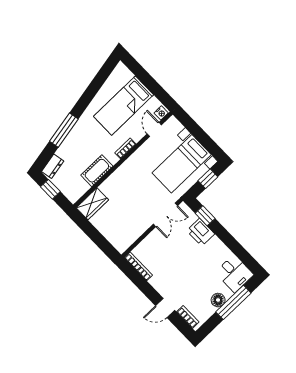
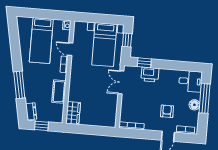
door: (154, 129) -> (70, 49), moved
double door: (165, 215) -> (121, 82), swing flipped
armchair: (186, 283) -> (167, 111), added

